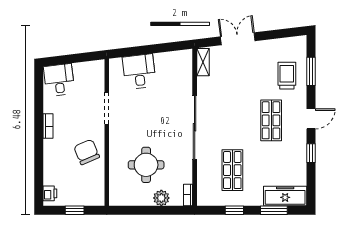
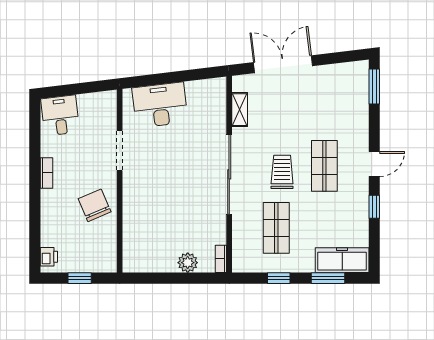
double door: (238, 39) -> (283, 64), width x1.37
shelving: (203, 62) -> (240, 110), moved
window: (311, 71) -> (374, 87), moved
desk: (139, 72) -> (160, 105), width x1.37
trolley: (287, 76) -> (282, 172), moved
round table: (146, 165) -> (169, 221), removed

